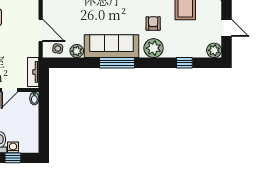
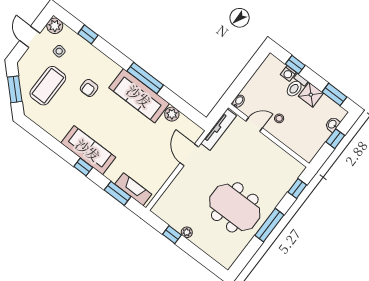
plant: (154, 48) -> (105, 67), removed
side table: (58, 49) -> (59, 51), moved
tv unit: (33, 72) -> (219, 130), width x1.41

